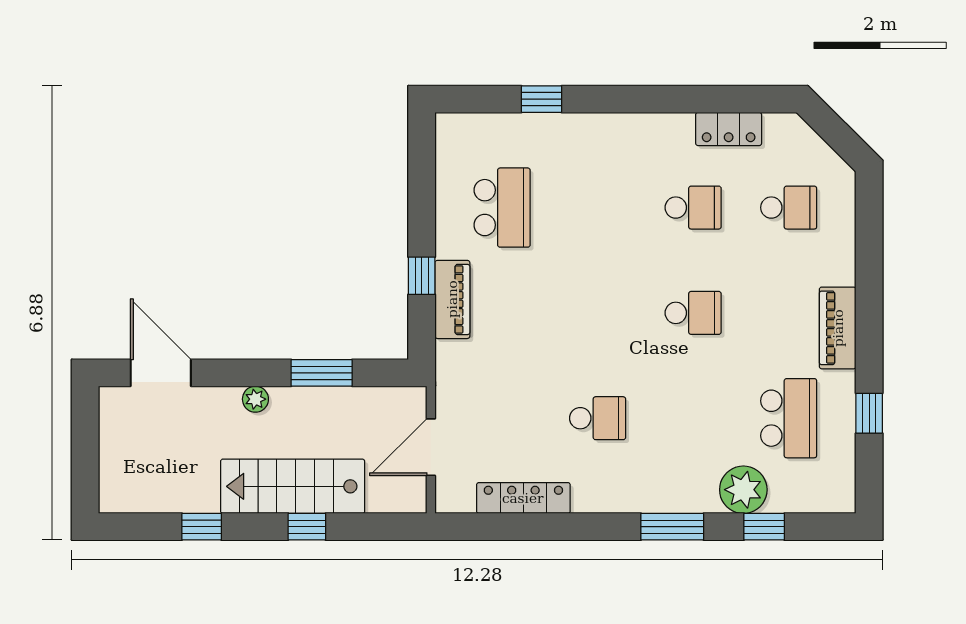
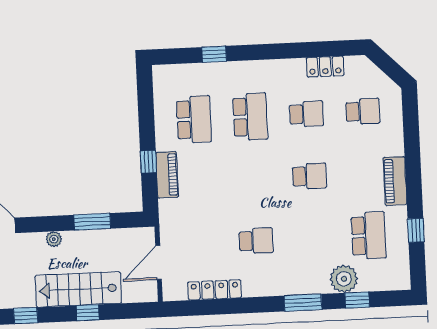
school desk: (598, 208) -> (250, 117), added

